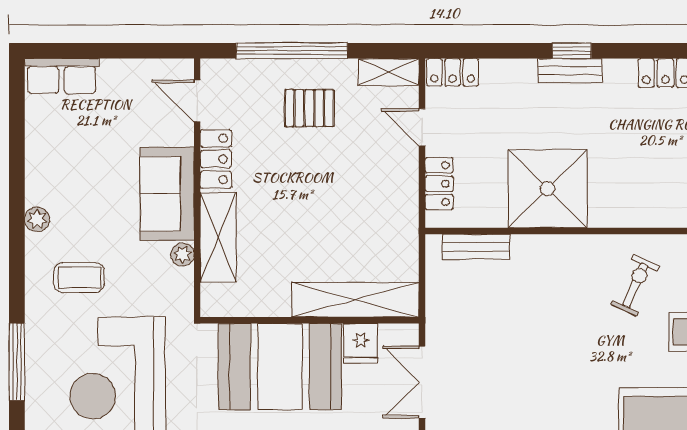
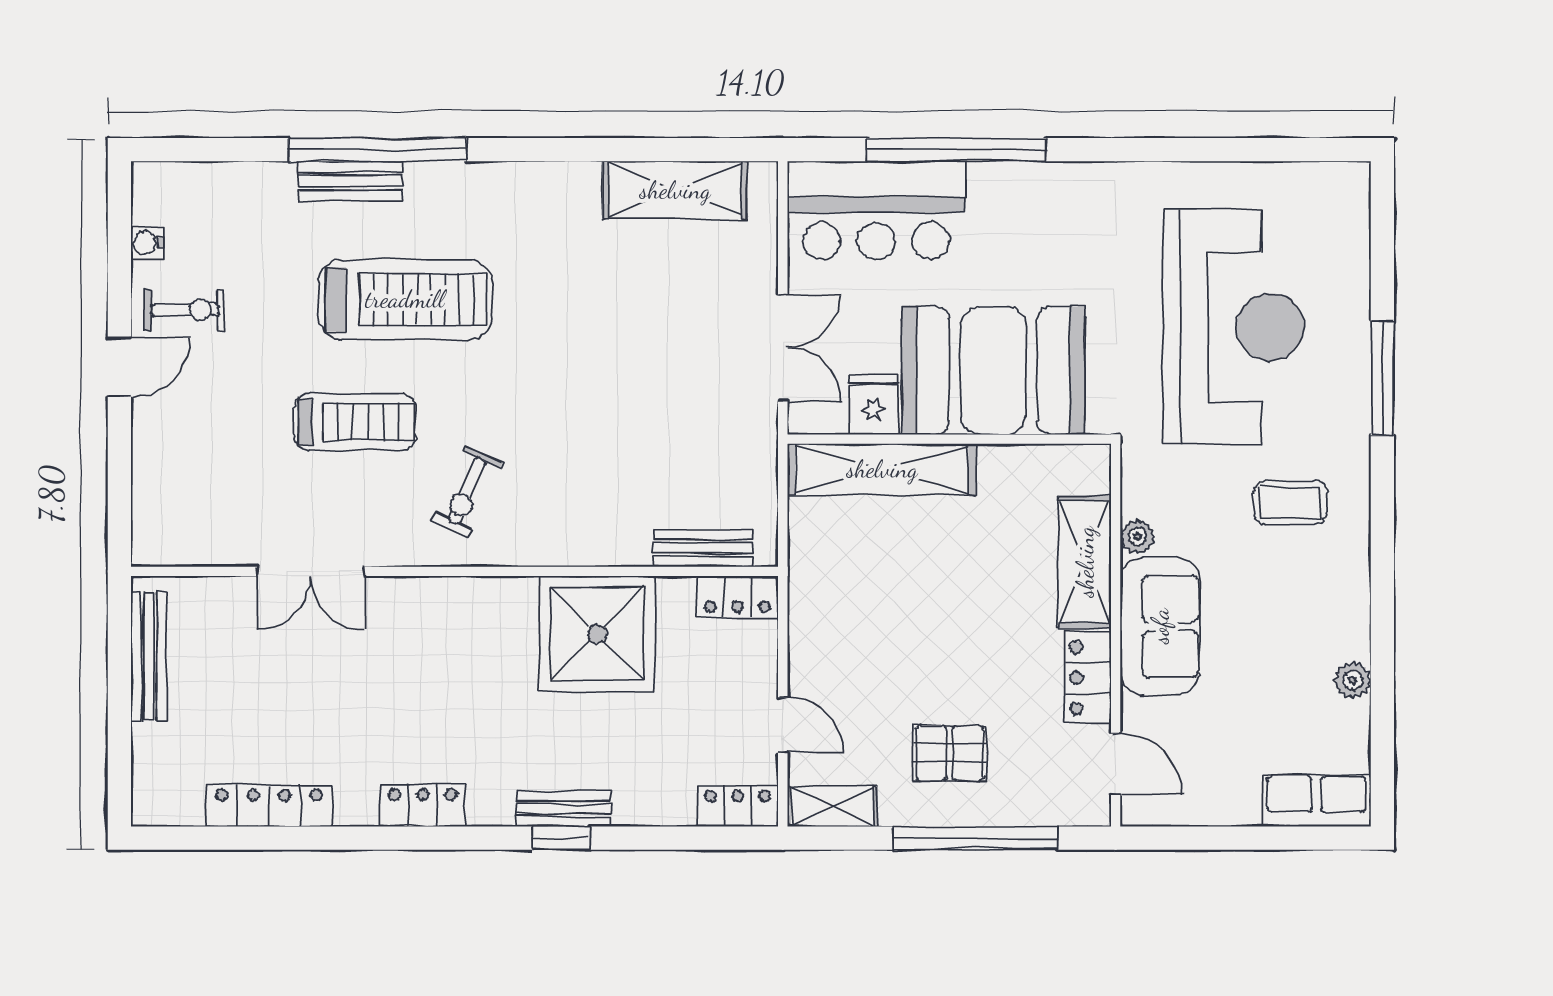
locker: (439, 184) -> (737, 597), moved, turned -90
plant: (37, 219) -> (1353, 680), moved

